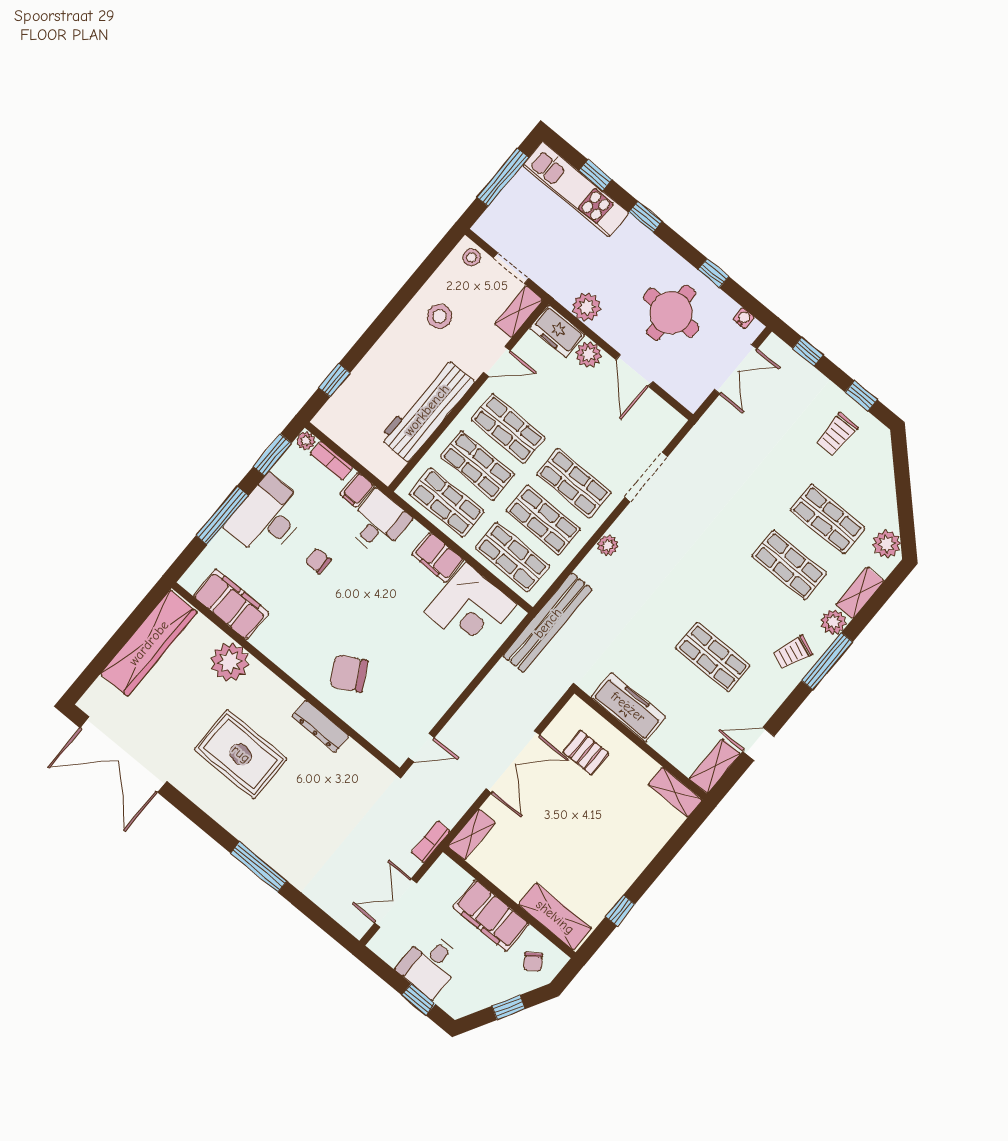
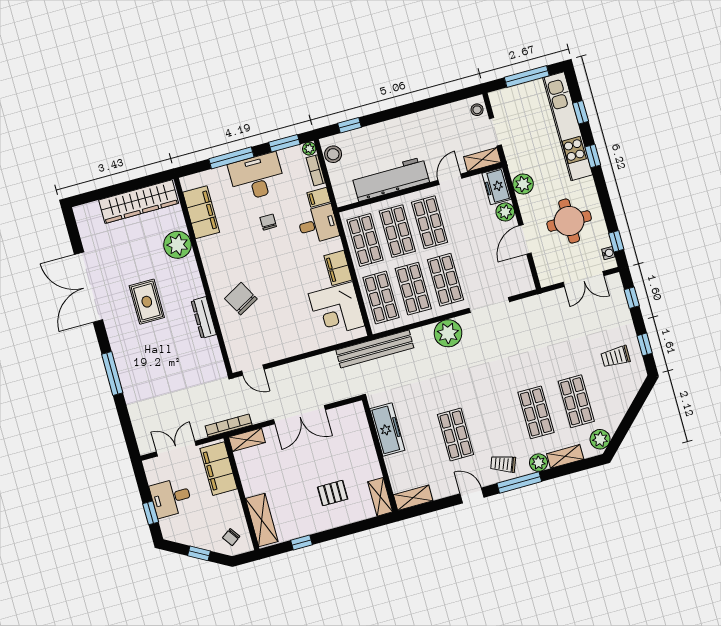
kitchen unit: (576, 189) -> (568, 126), width x1.36
window: (713, 273) -> (616, 241), moved
stool: (440, 316) -> (333, 154), moved
door: (497, 361) -> (450, 179), swing flipped
plant: (608, 545) -> (448, 333), width x1.87, depth x1.87
door: (759, 744) -> (472, 496), moved
pallet: (586, 753) -> (333, 493), moved, turned 90
rug: (241, 754) -> (147, 302), width x0.73, depth x0.70
double door: (123, 755) -> (88, 287), moved
bookcase: (431, 842) -> (229, 425), width x1.56
filing cabinet: (491, 916) -> (219, 469), moved

